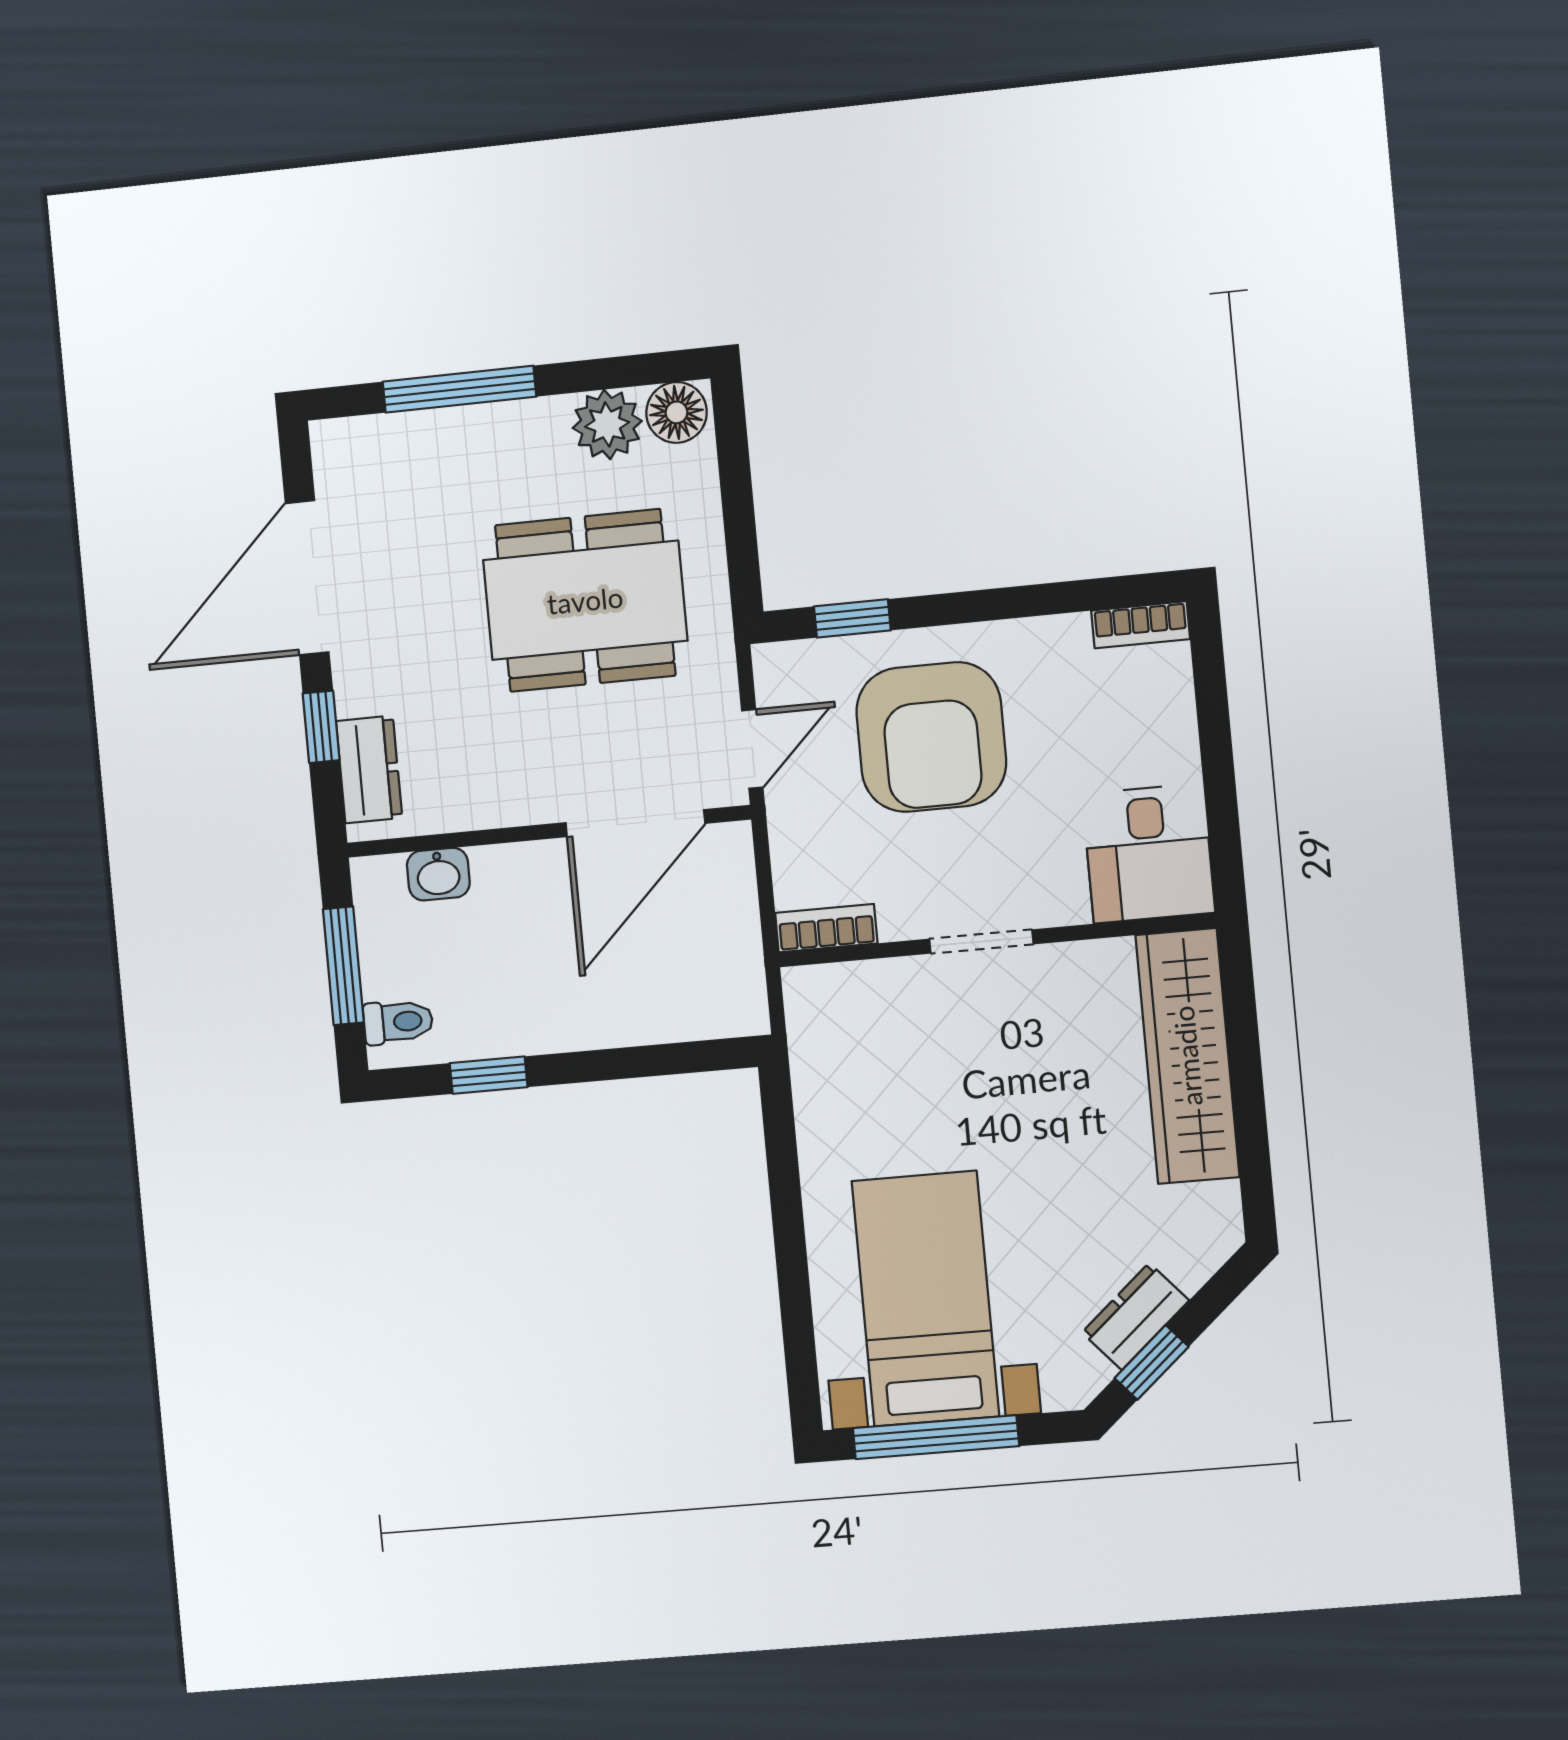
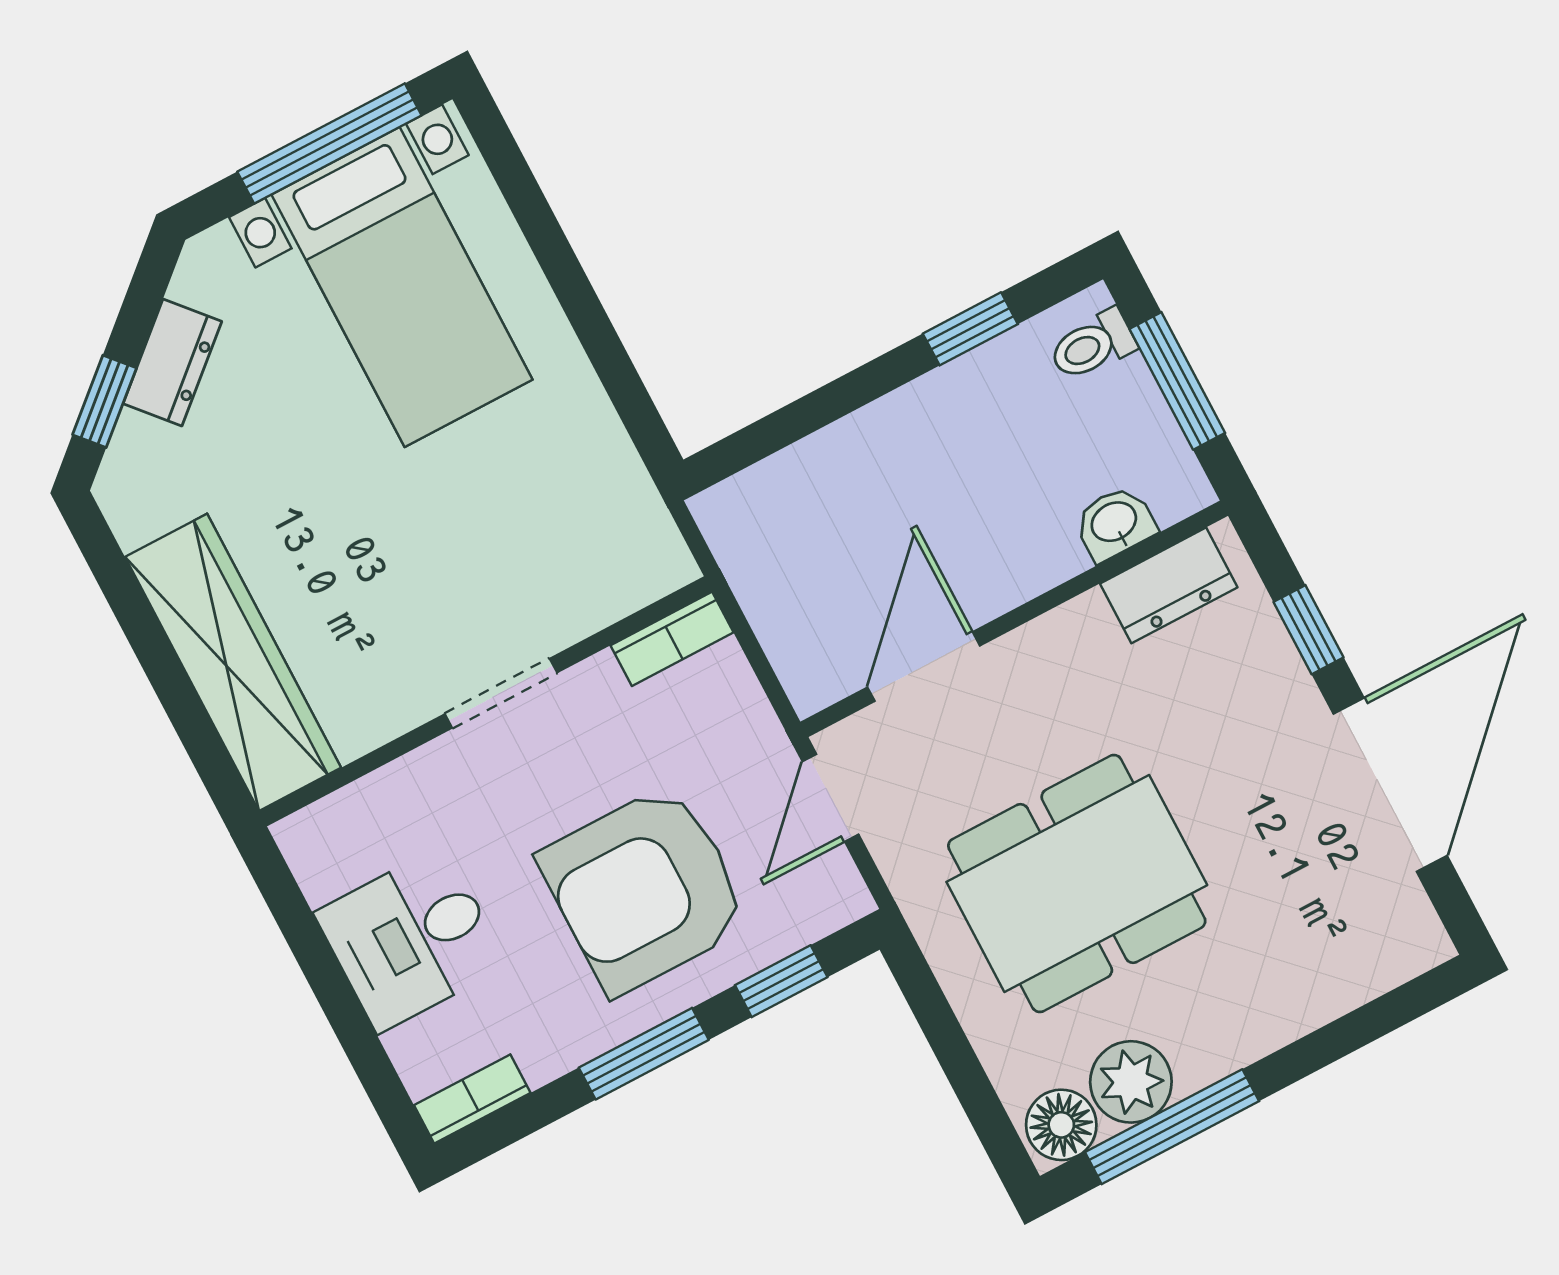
window: (459, 389) -> (1172, 1127), moved
window: (987, 605) -> (644, 1054), added
armchair: (931, 737) -> (645, 889), turned -90
dresser: (369, 769) -> (1169, 585), moved, turned -90
door: (635, 823) -> (924, 667), width x0.73
desk: (1148, 853) -> (411, 939), moved, turned -90
window: (1152, 1362) -> (105, 401), moved

